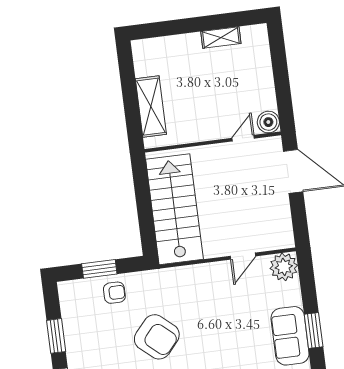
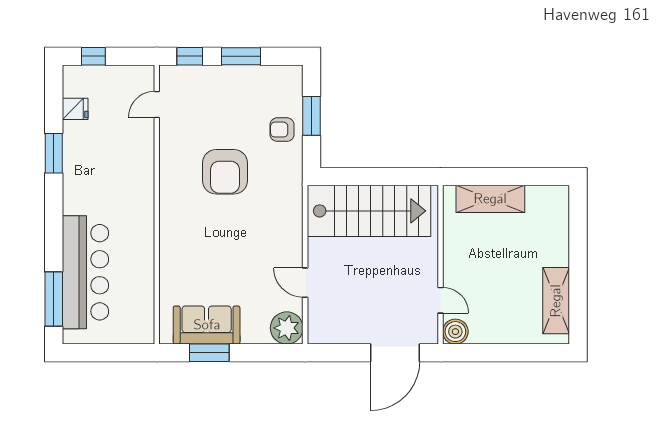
shelving: (221, 37) -> (556, 301), width x1.50, depth x1.33
armchair: (114, 293) -> (282, 130), turned 90
armchair: (157, 337) -> (225, 172), turned -41

